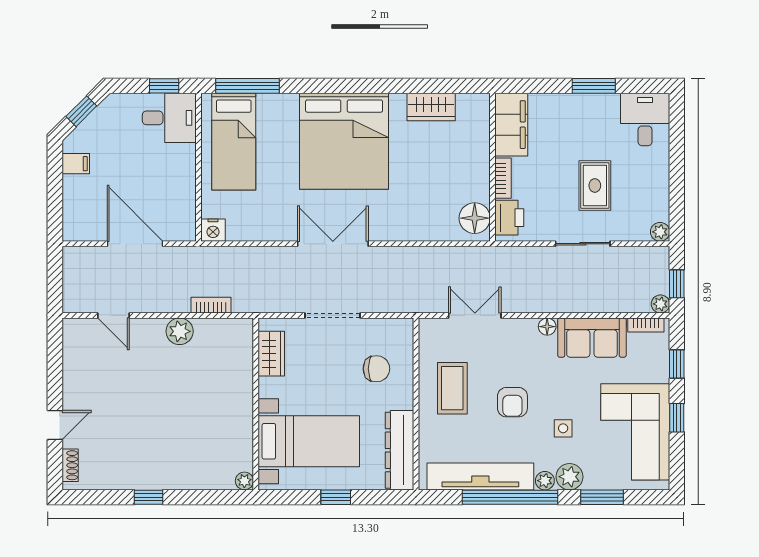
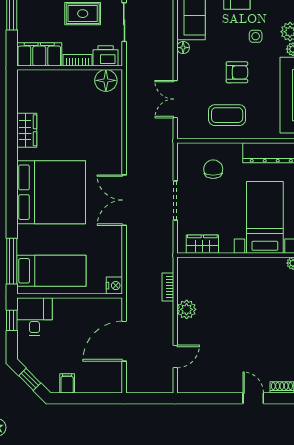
filing cabinet: (511, 125) -> (39, 54), moved
wall: (493, 167) -> (70, 68), moved
bookcase: (503, 178) -> (77, 60), moved
floor lamp: (475, 218) -> (106, 80), moved
printer: (509, 218) -> (106, 56), moved

